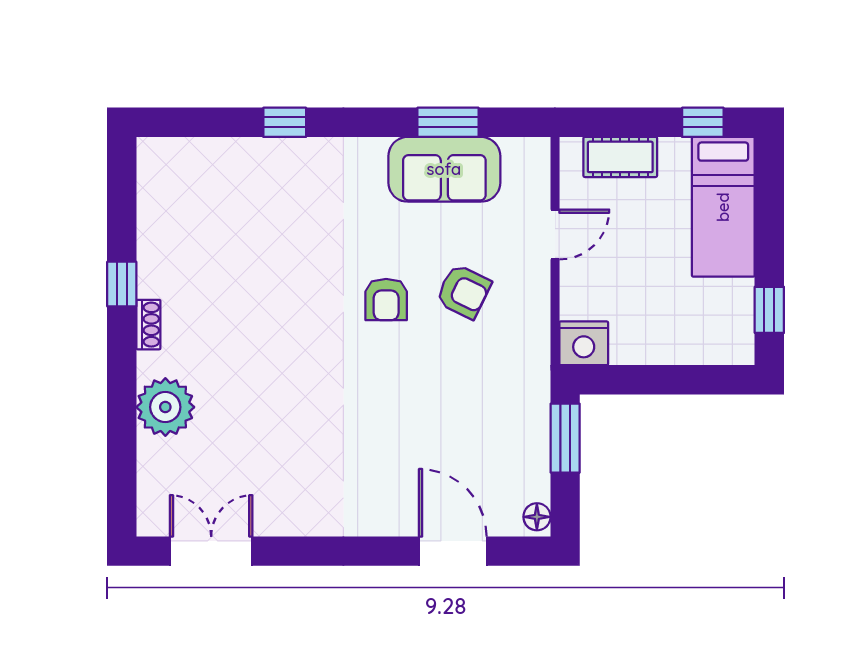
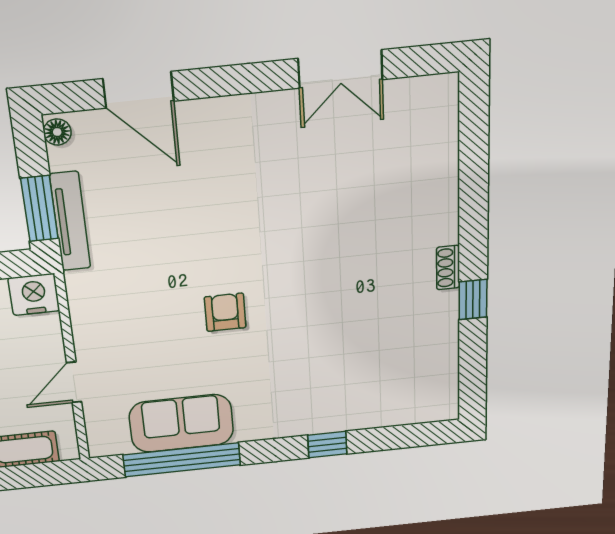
window: (448, 122) -> (182, 460), width x2.11
armchair: (463, 292) -> (153, 327), removed
plant: (165, 407) -> (431, 196), removed
tv unit: (536, 421) -> (70, 221), added
double door: (211, 551) -> (340, 69), moved

